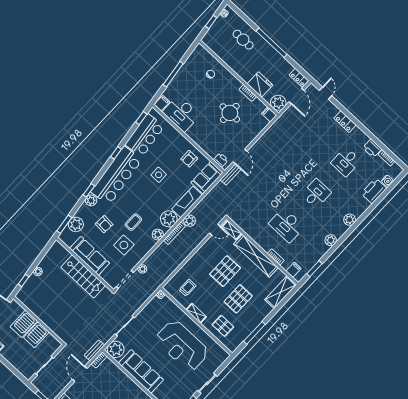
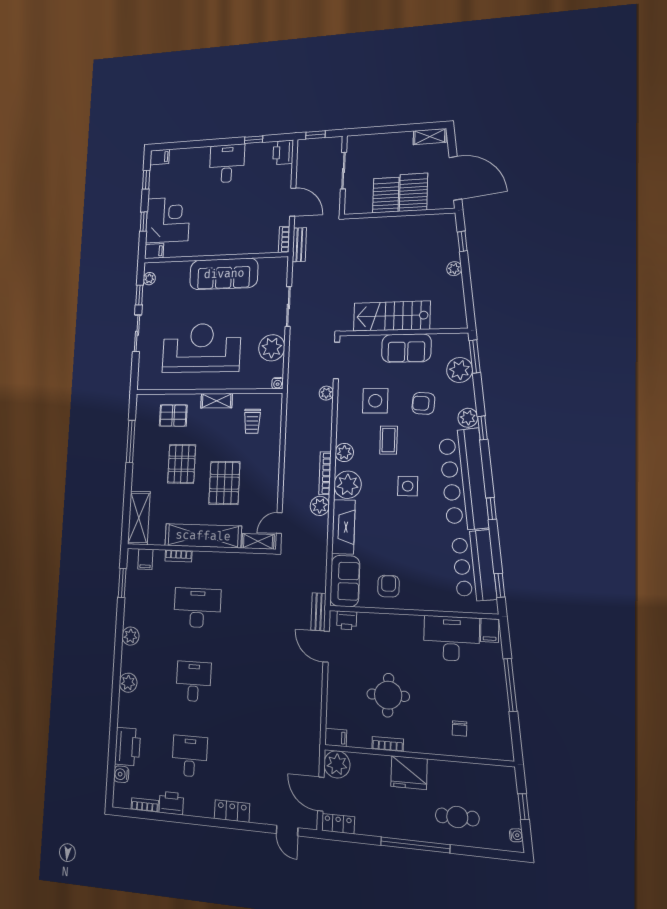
fridge: (260, 84) -> (409, 773), moved
side table: (159, 175) -> (408, 486), moved
desk: (316, 193) -> (193, 681), turned 180
sofa: (90, 256) -> (406, 348), width x0.73
plant: (116, 349) -> (272, 348), moved

